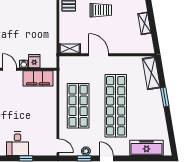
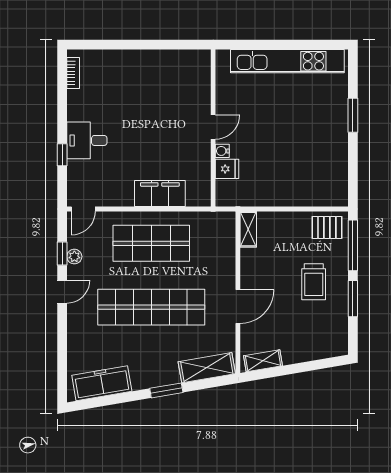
shelving: (144, 23) -> (263, 361), moved
door: (99, 55) -> (238, 306), moved
filing cabinet: (38, 78) -> (160, 194), moved, turned 90
freezer: (147, 148) -> (102, 383), moved, turned -100

